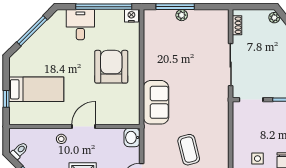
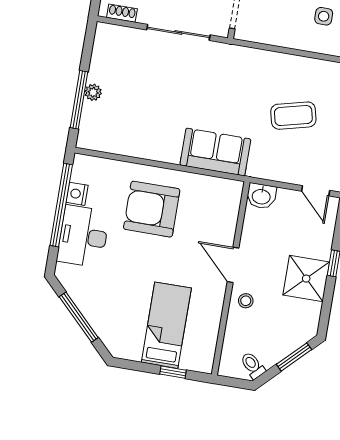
nightstand: (131, 16) -> (77, 194), moved
desk: (80, 25) -> (83, 236), width x1.37

